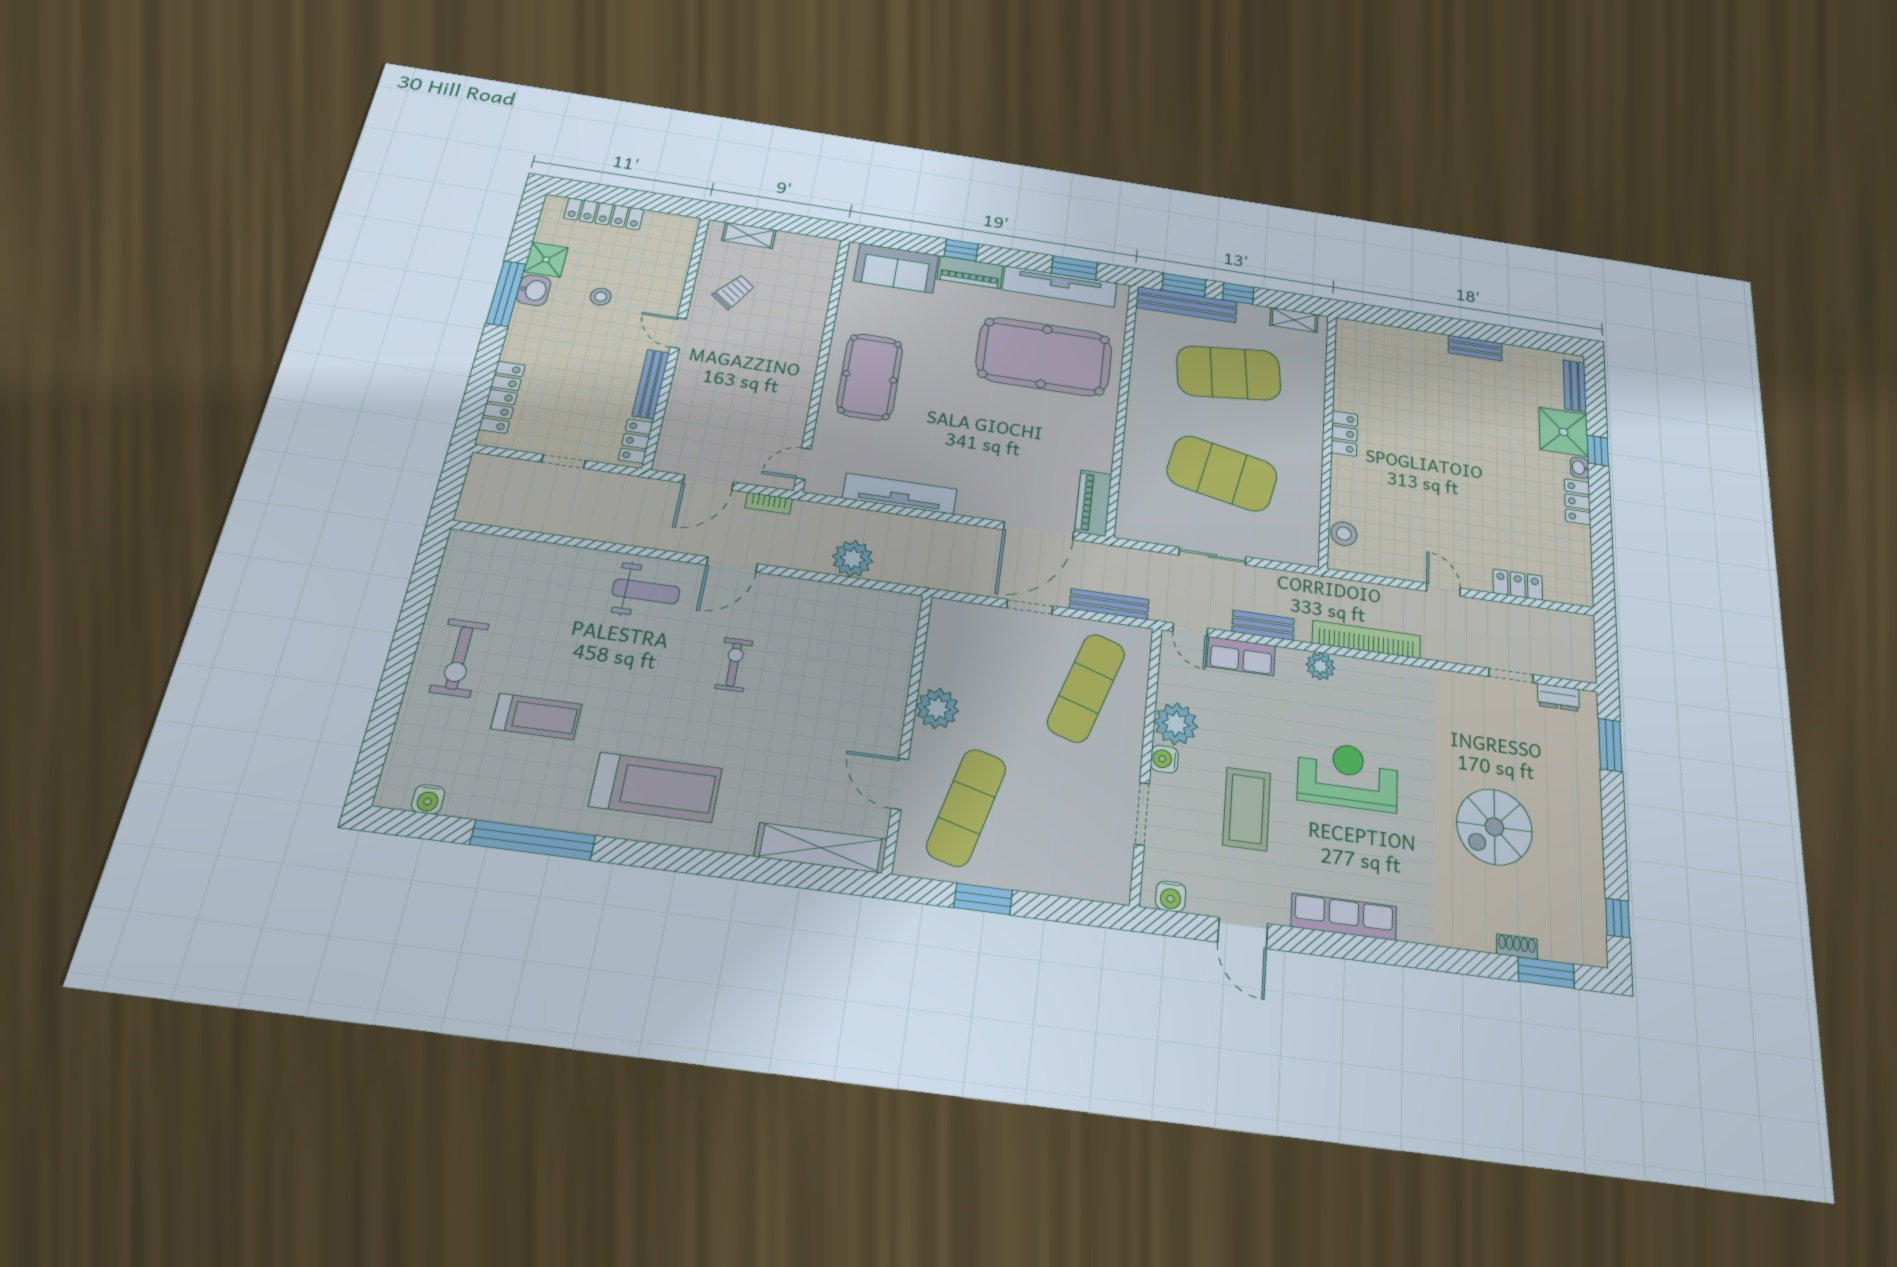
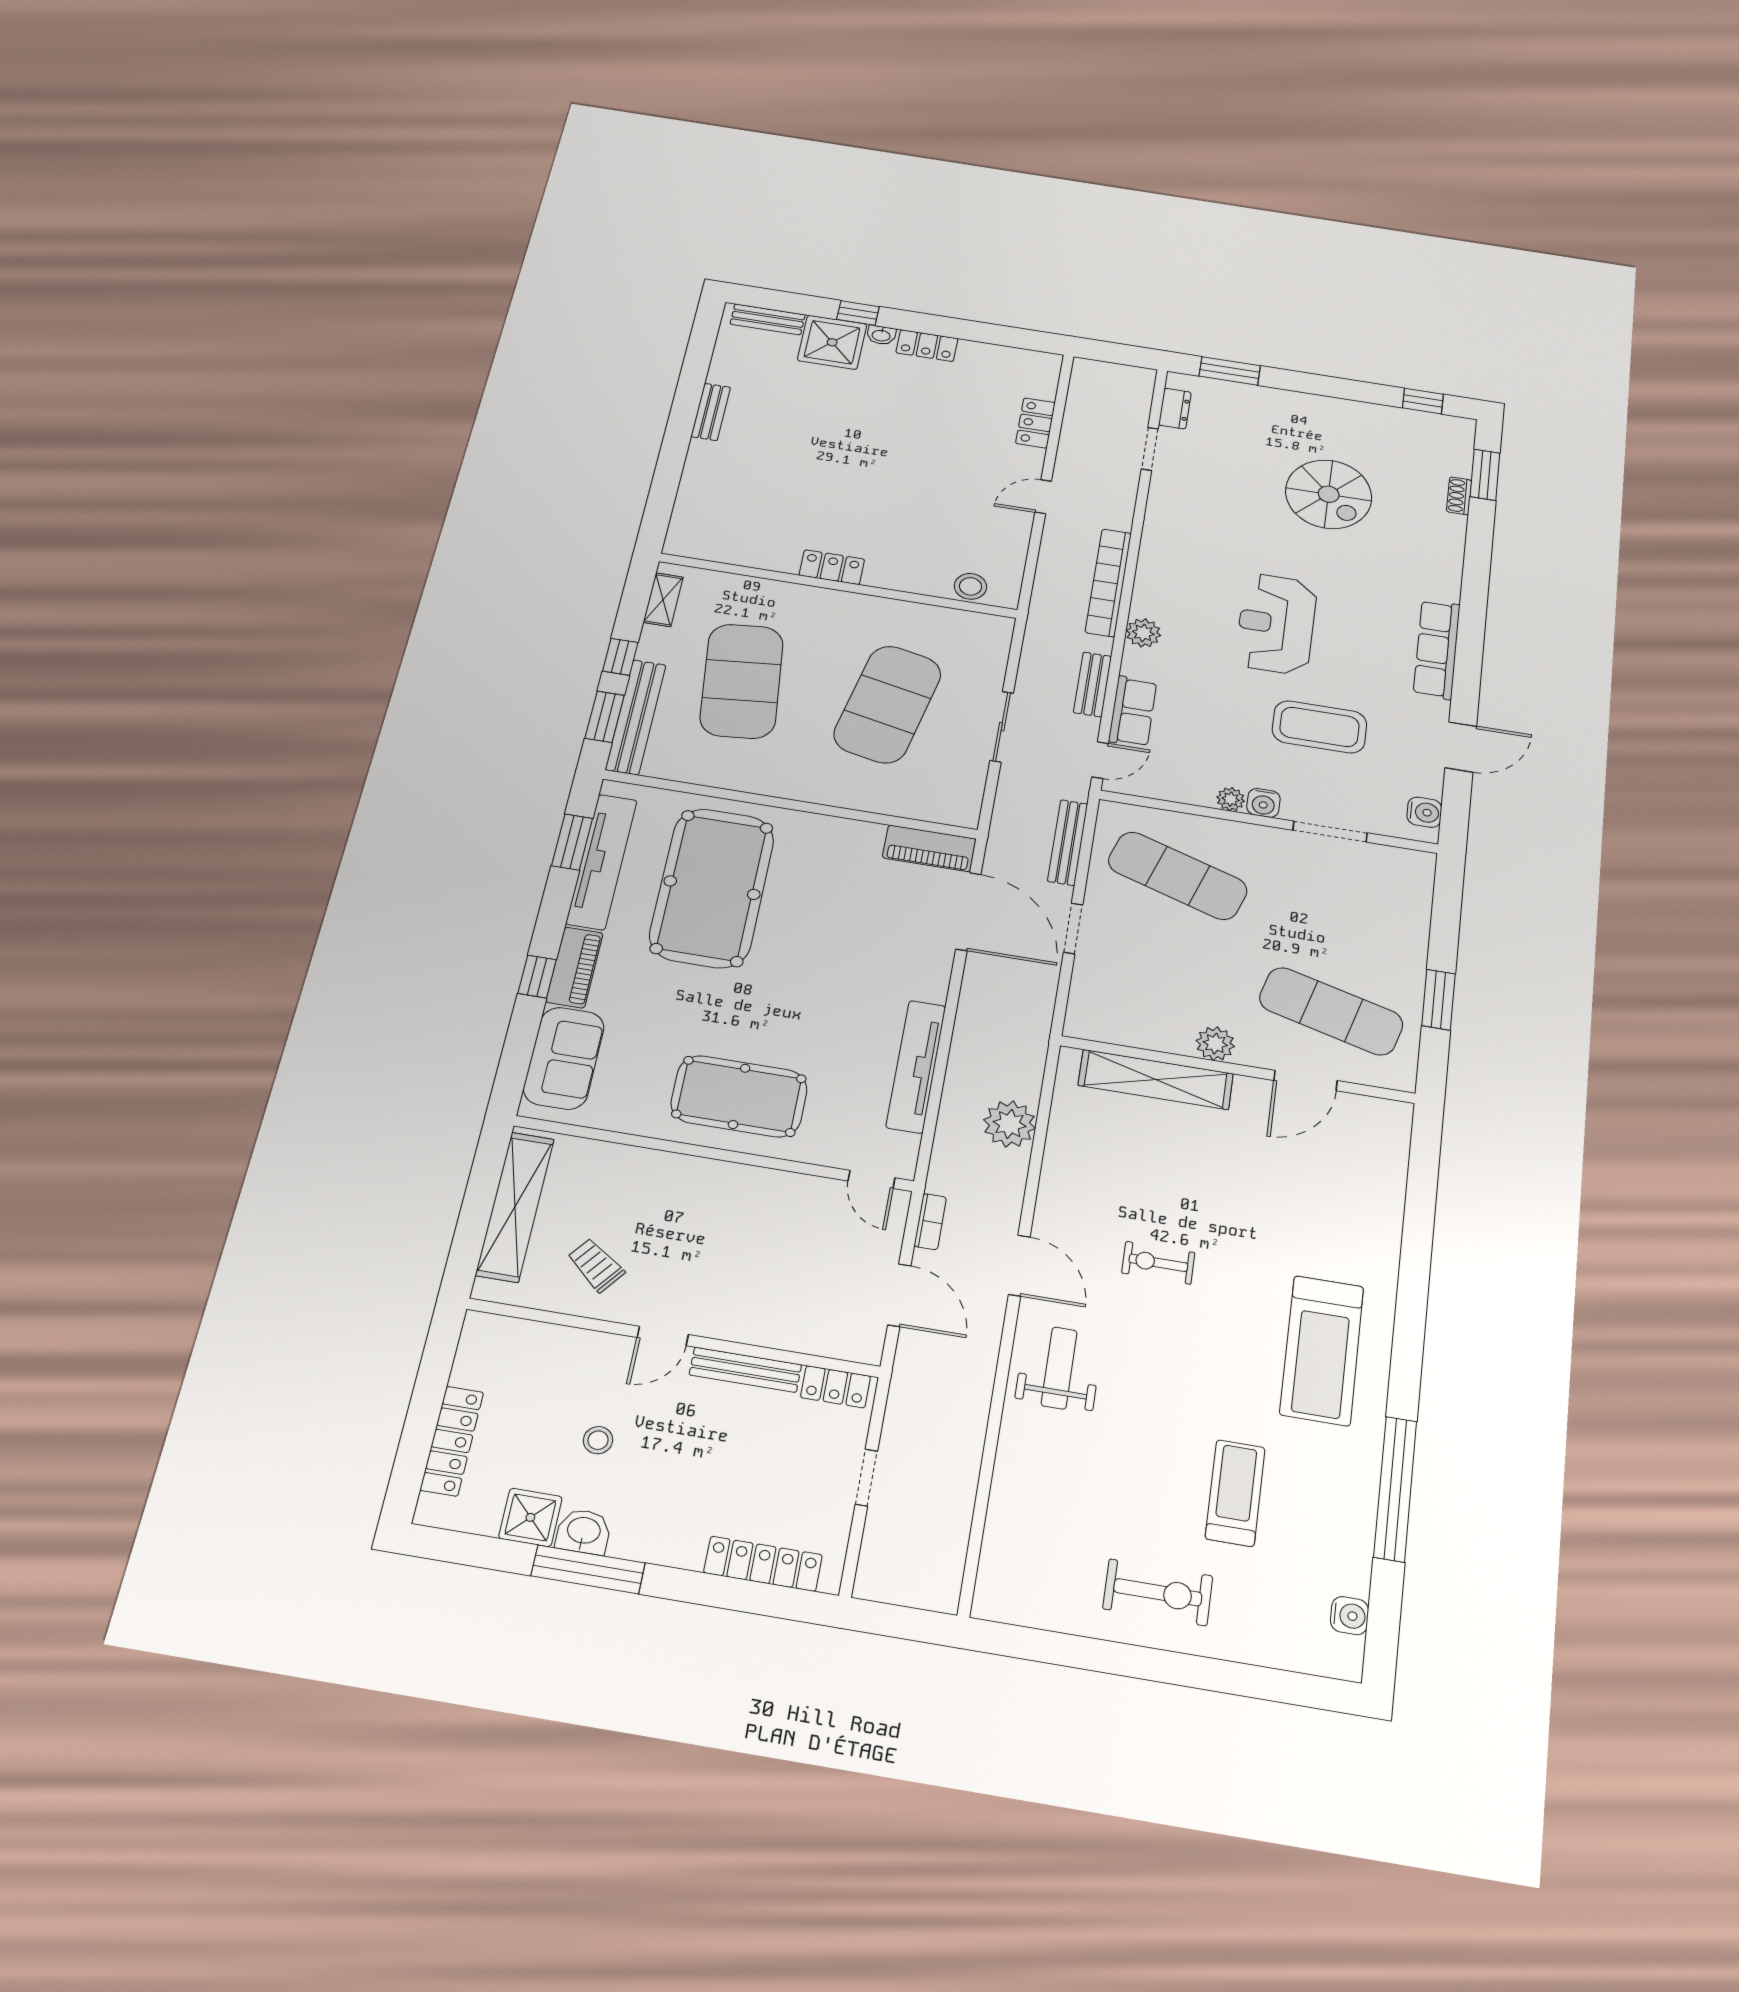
shelving: (749, 235) -> (515, 1207), width x2.20, depth x1.33
plant: (937, 708) -> (1215, 1044), width x0.73, depth x0.73
plant: (1176, 724) -> (1231, 799), width x0.53, depth x0.53
treadmill: (656, 787) -> (1322, 1350), turned 180
shelving: (821, 848) -> (1156, 1079), moved, turned 90

